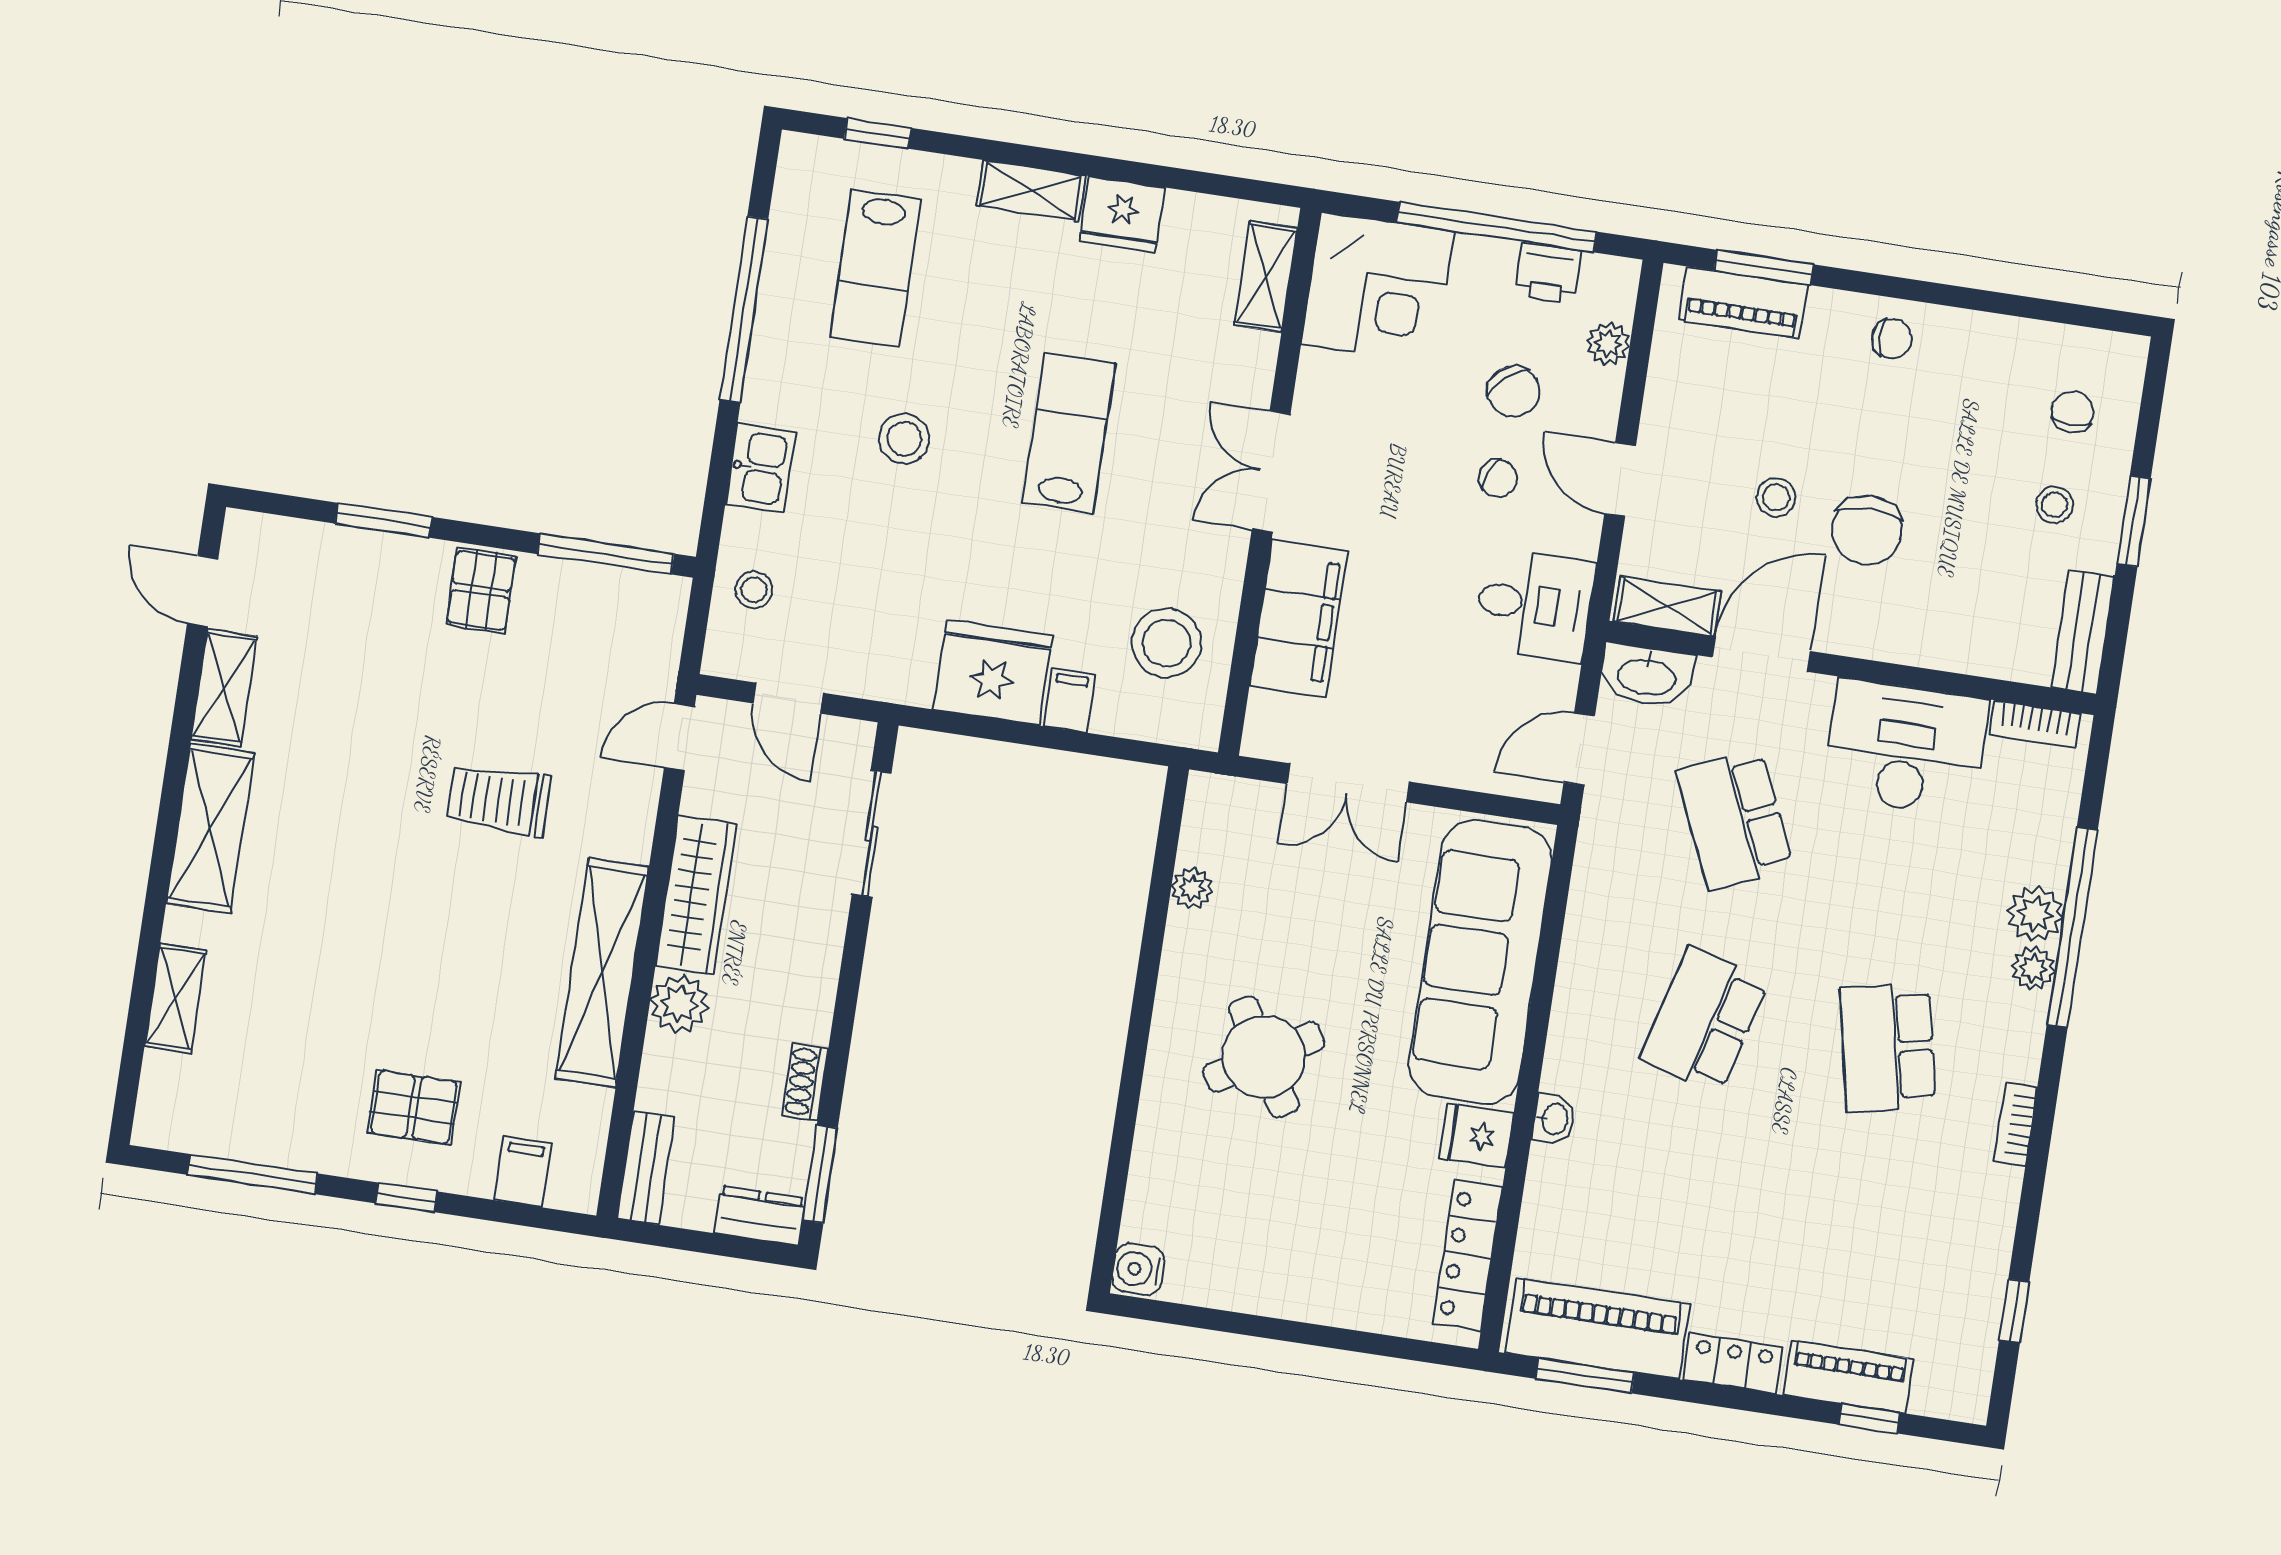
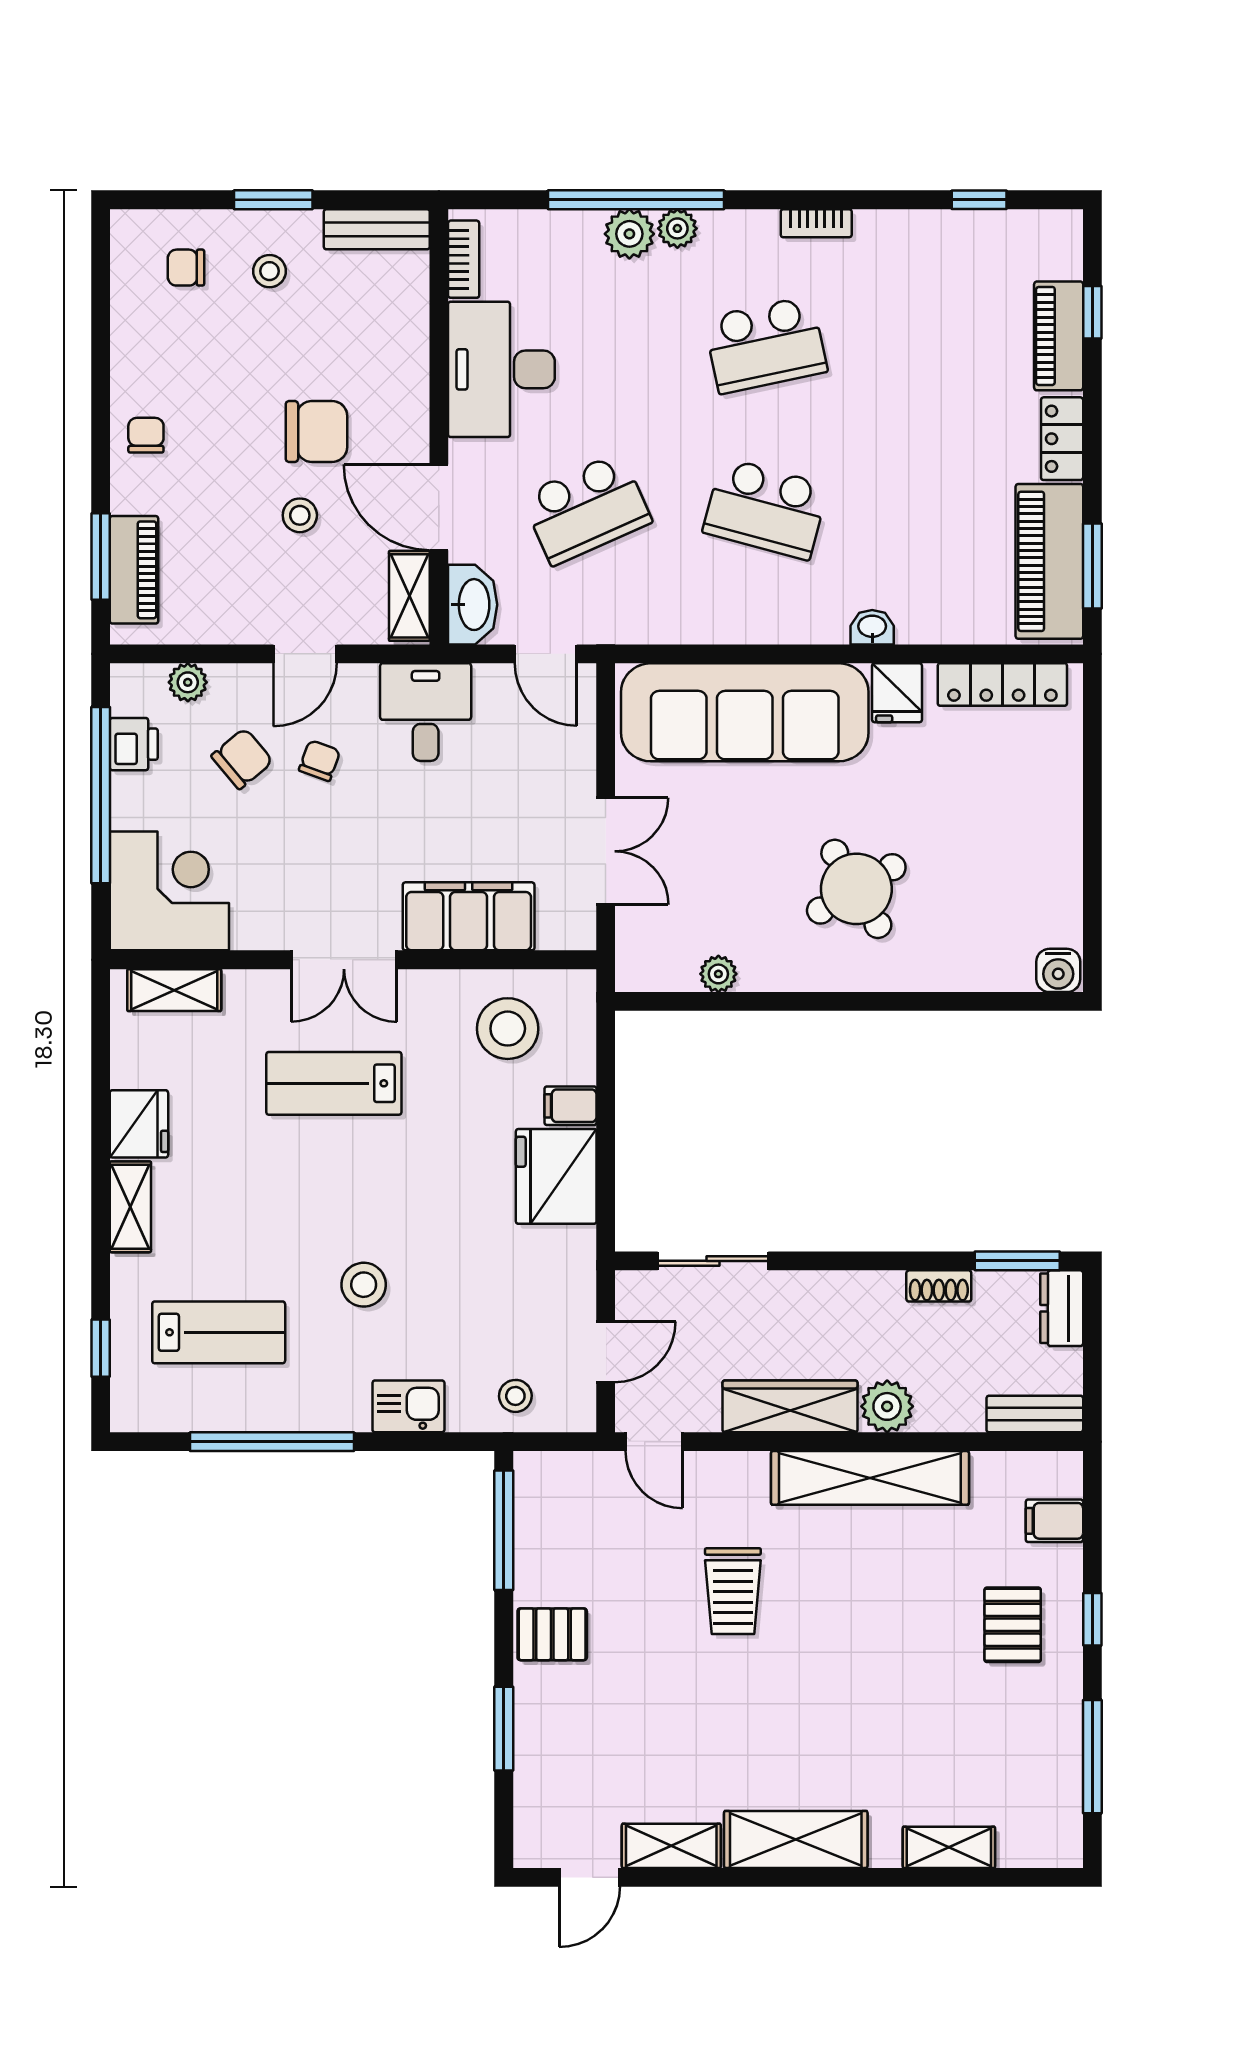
lab bench: (1069, 433) -> (334, 1083), moved

